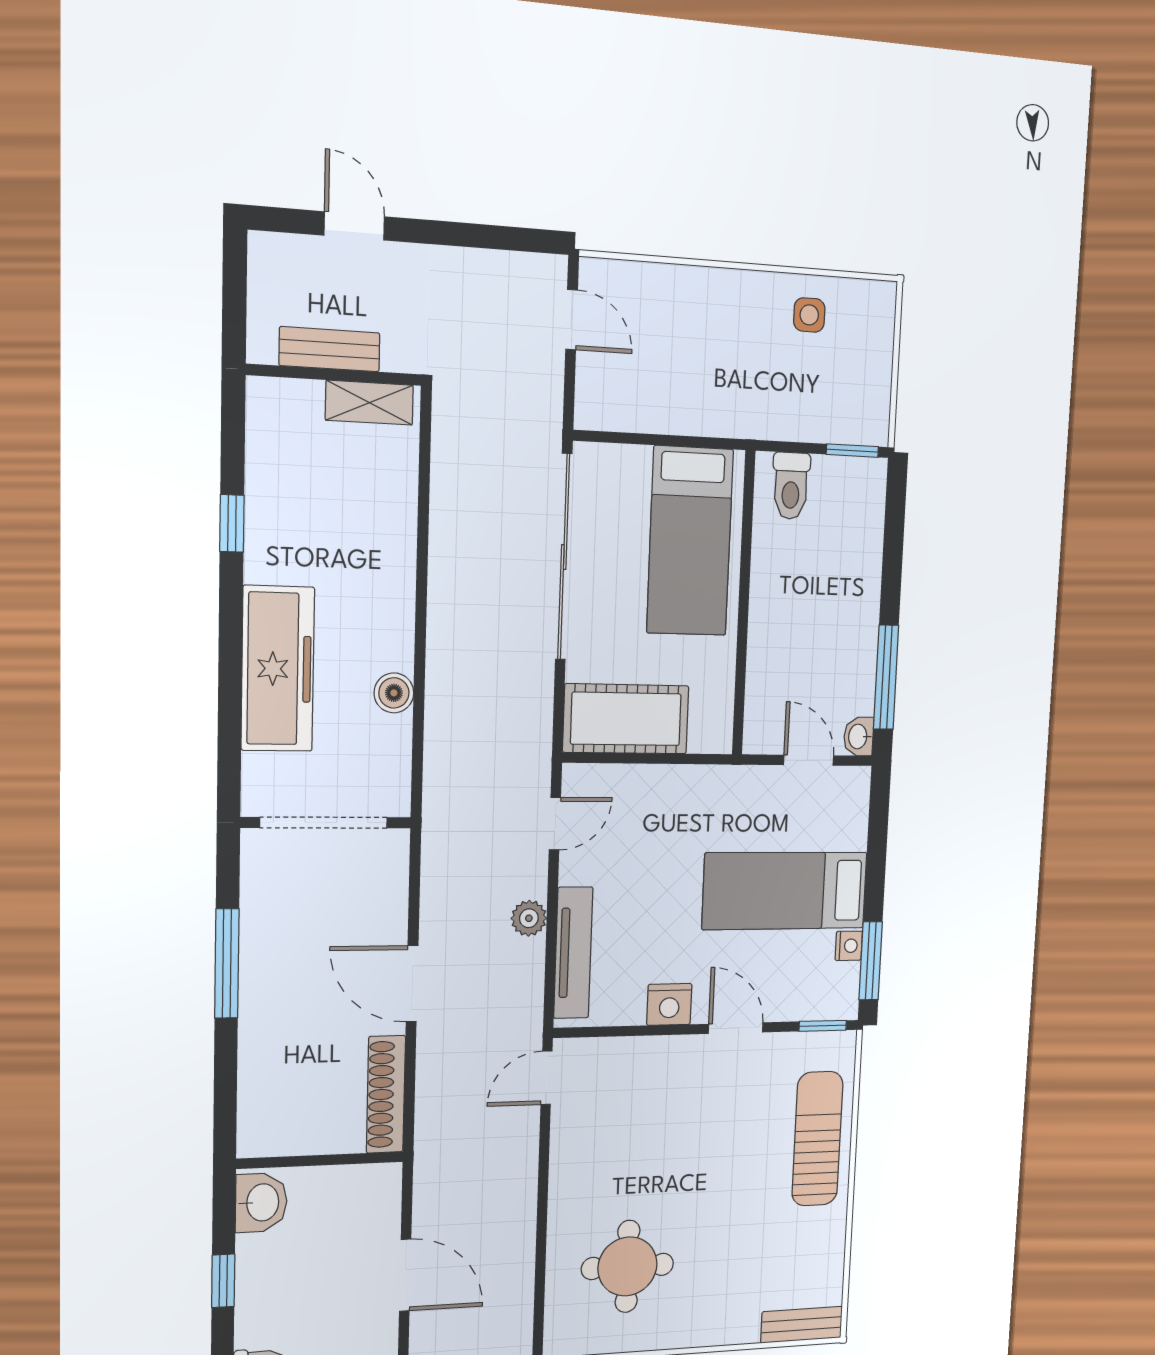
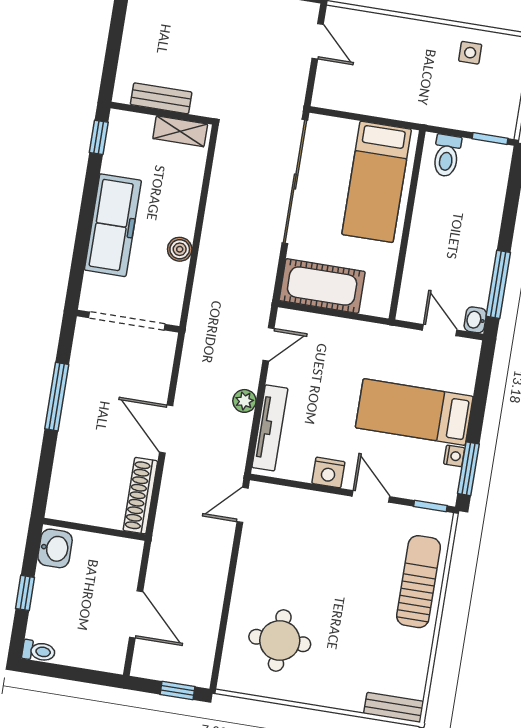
bench: (330, 349) -> (161, 98), moved
wall: (334, 375) -> (162, 113), moved
shelving: (369, 403) -> (180, 131), moved

